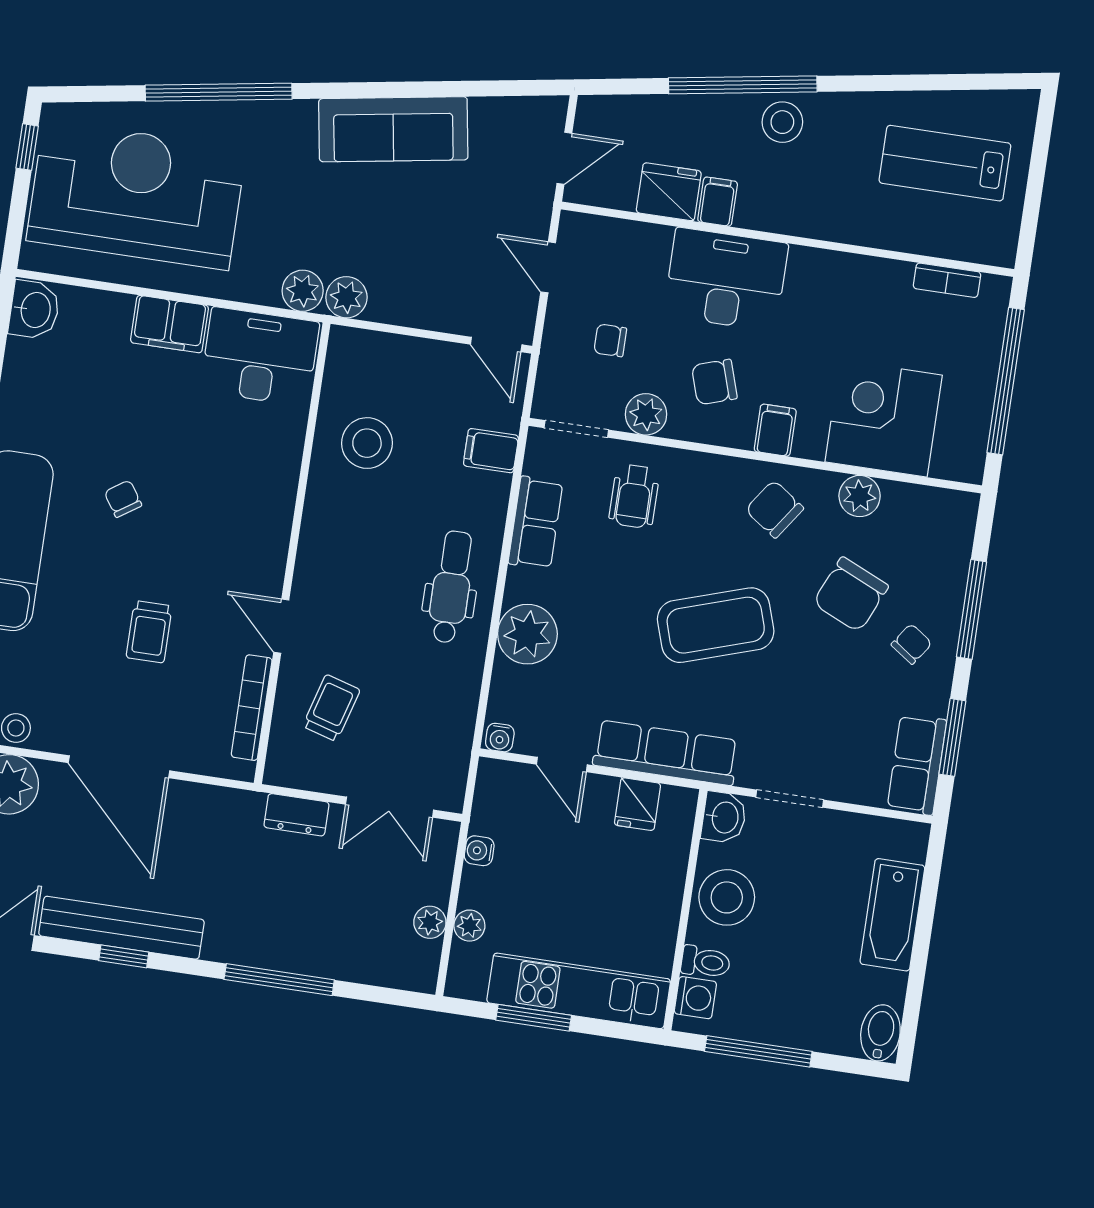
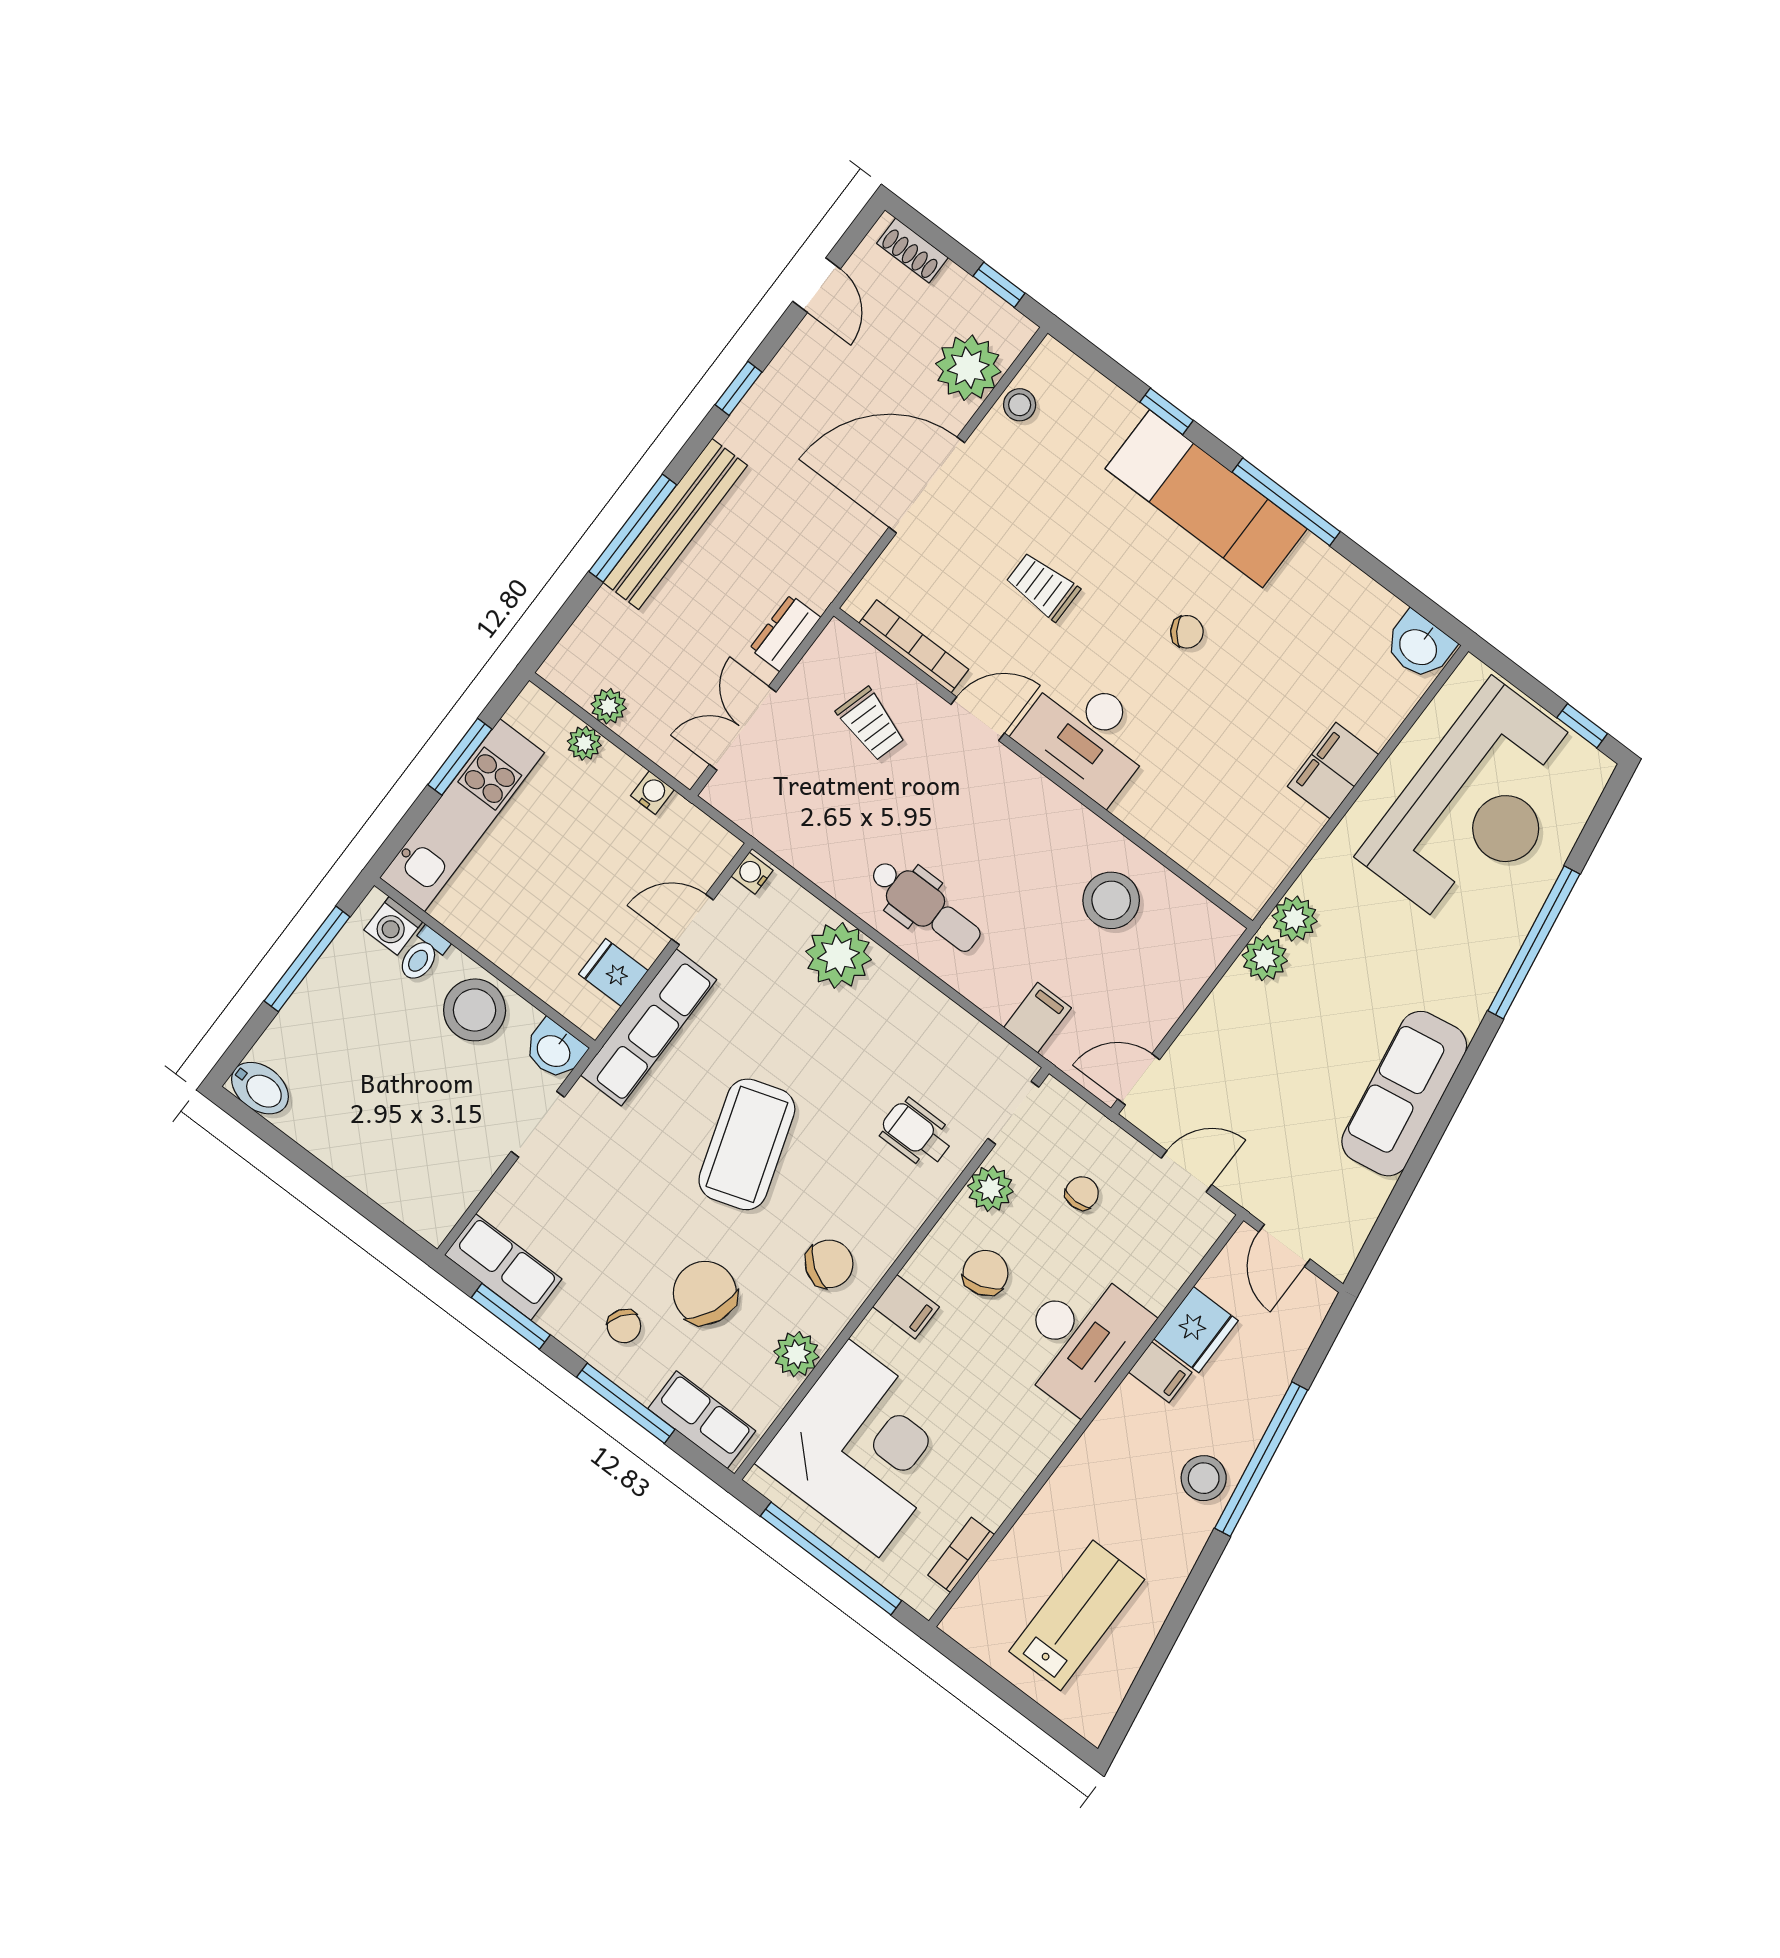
desk: (260, 357) -> (1086, 735), moved, turned 90
corner desk: (884, 419) -> (864, 1448), width x1.36, depth x1.36
row of seats: (536, 523) -> (702, 1420), moved, turned 180
bathtub: (892, 915) -> (369, 1163), removed
bench: (121, 928) -> (675, 524), moved

